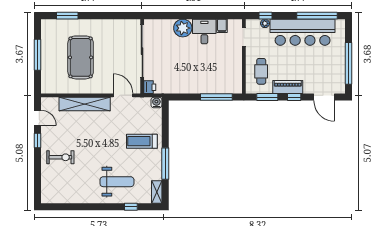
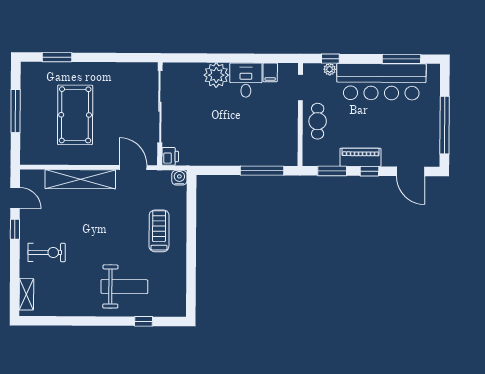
window: (317, 16) -> (401, 59), width x0.68
cafe table: (261, 71) -> (318, 121), moved
treadmill: (142, 141) -> (159, 231), turned 90
window: (165, 164) -> (191, 262), removed
shelving: (157, 192) -> (26, 294), moved

